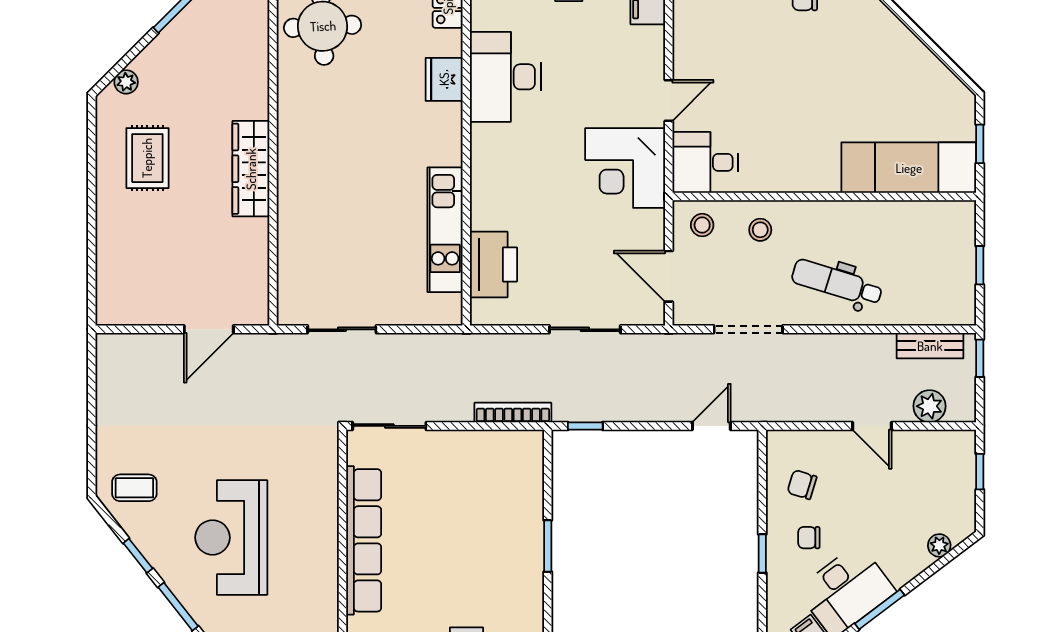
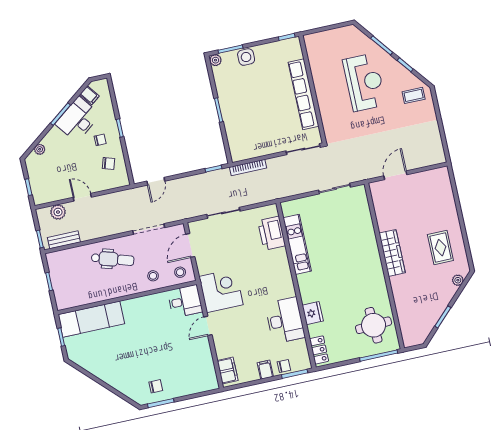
door: (669, 276) -> (190, 245), swing flipped

